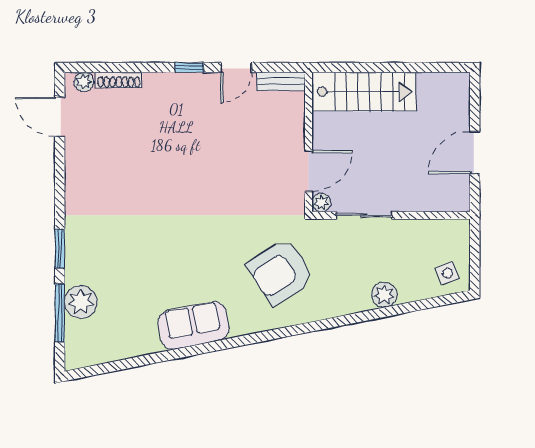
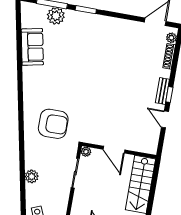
bench: (281, 81) -> (162, 91), moved
door: (309, 171) -> (114, 150), moved
armchair: (280, 272) -> (53, 124), turned 123
sofa: (194, 326) -> (32, 47), moved

